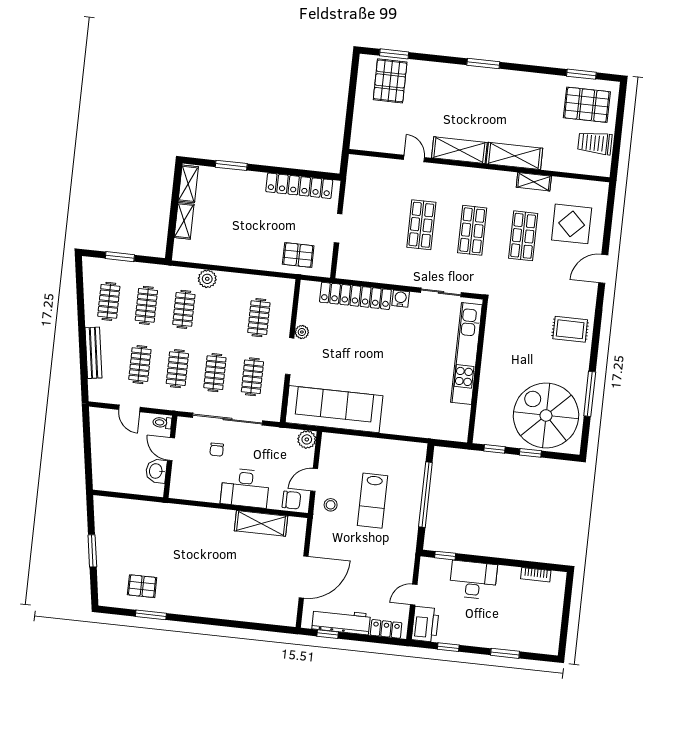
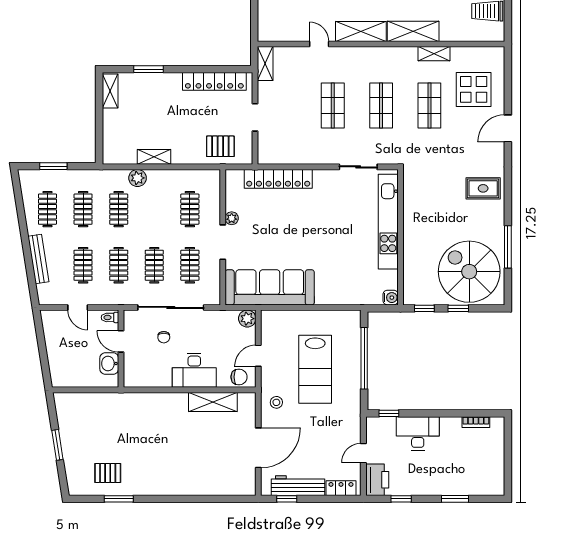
shelving: (355, 173) -> (265, 64), added
shelving: (184, 221) -> (154, 157), moved, turned 90
water cooler: (401, 299) -> (391, 298), moved, turned 90
lab bench: (373, 501) -> (315, 369), width x1.36, depth x1.39
stool: (331, 505) -> (276, 402), moved

